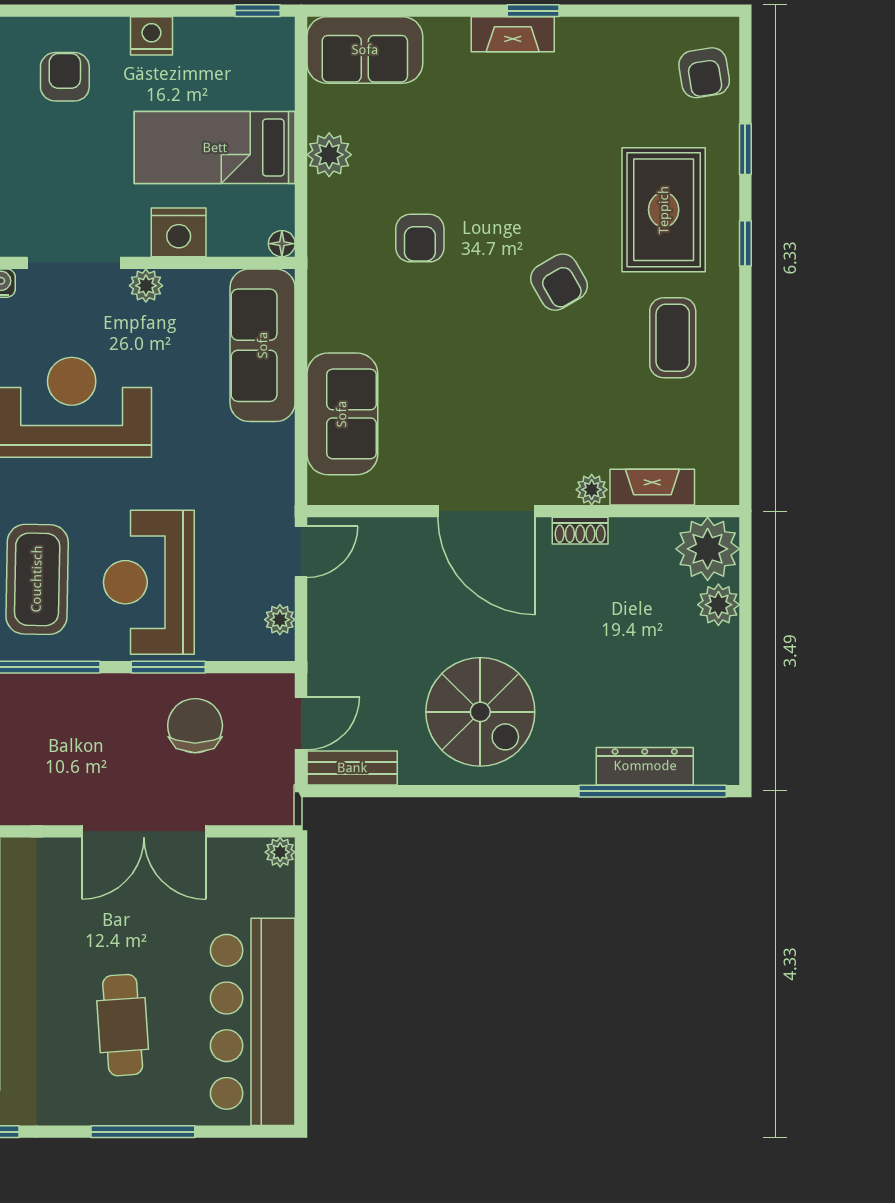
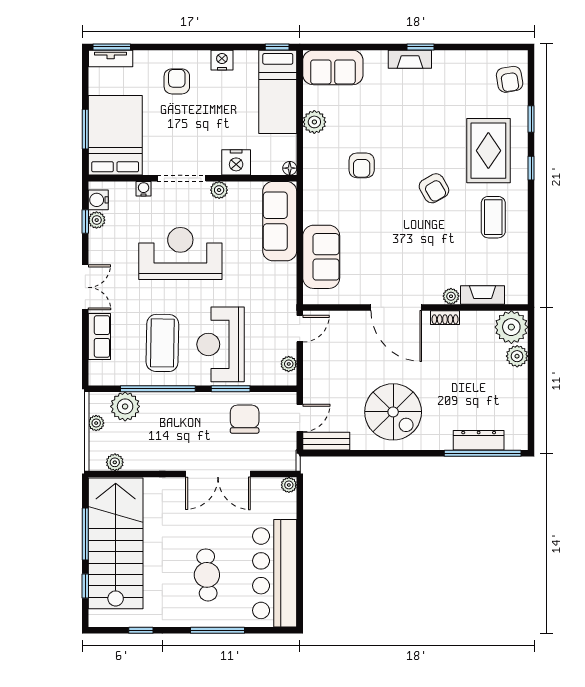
bed: (215, 148) -> (278, 92), moved, turned -90

